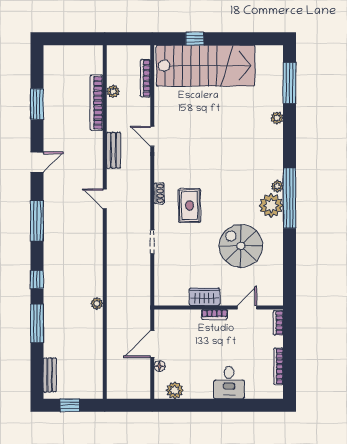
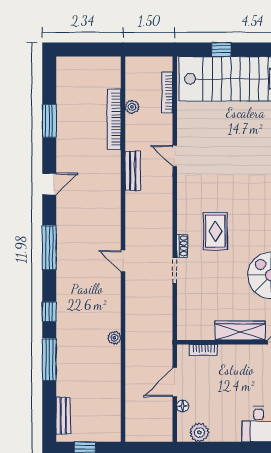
shoe rack: (159, 193) -> (182, 246), moved
door: (105, 199) -> (123, 261), moved
wardrobe: (205, 297) -> (240, 331), width x1.50
bookcase: (214, 315) -> (204, 350), moved

